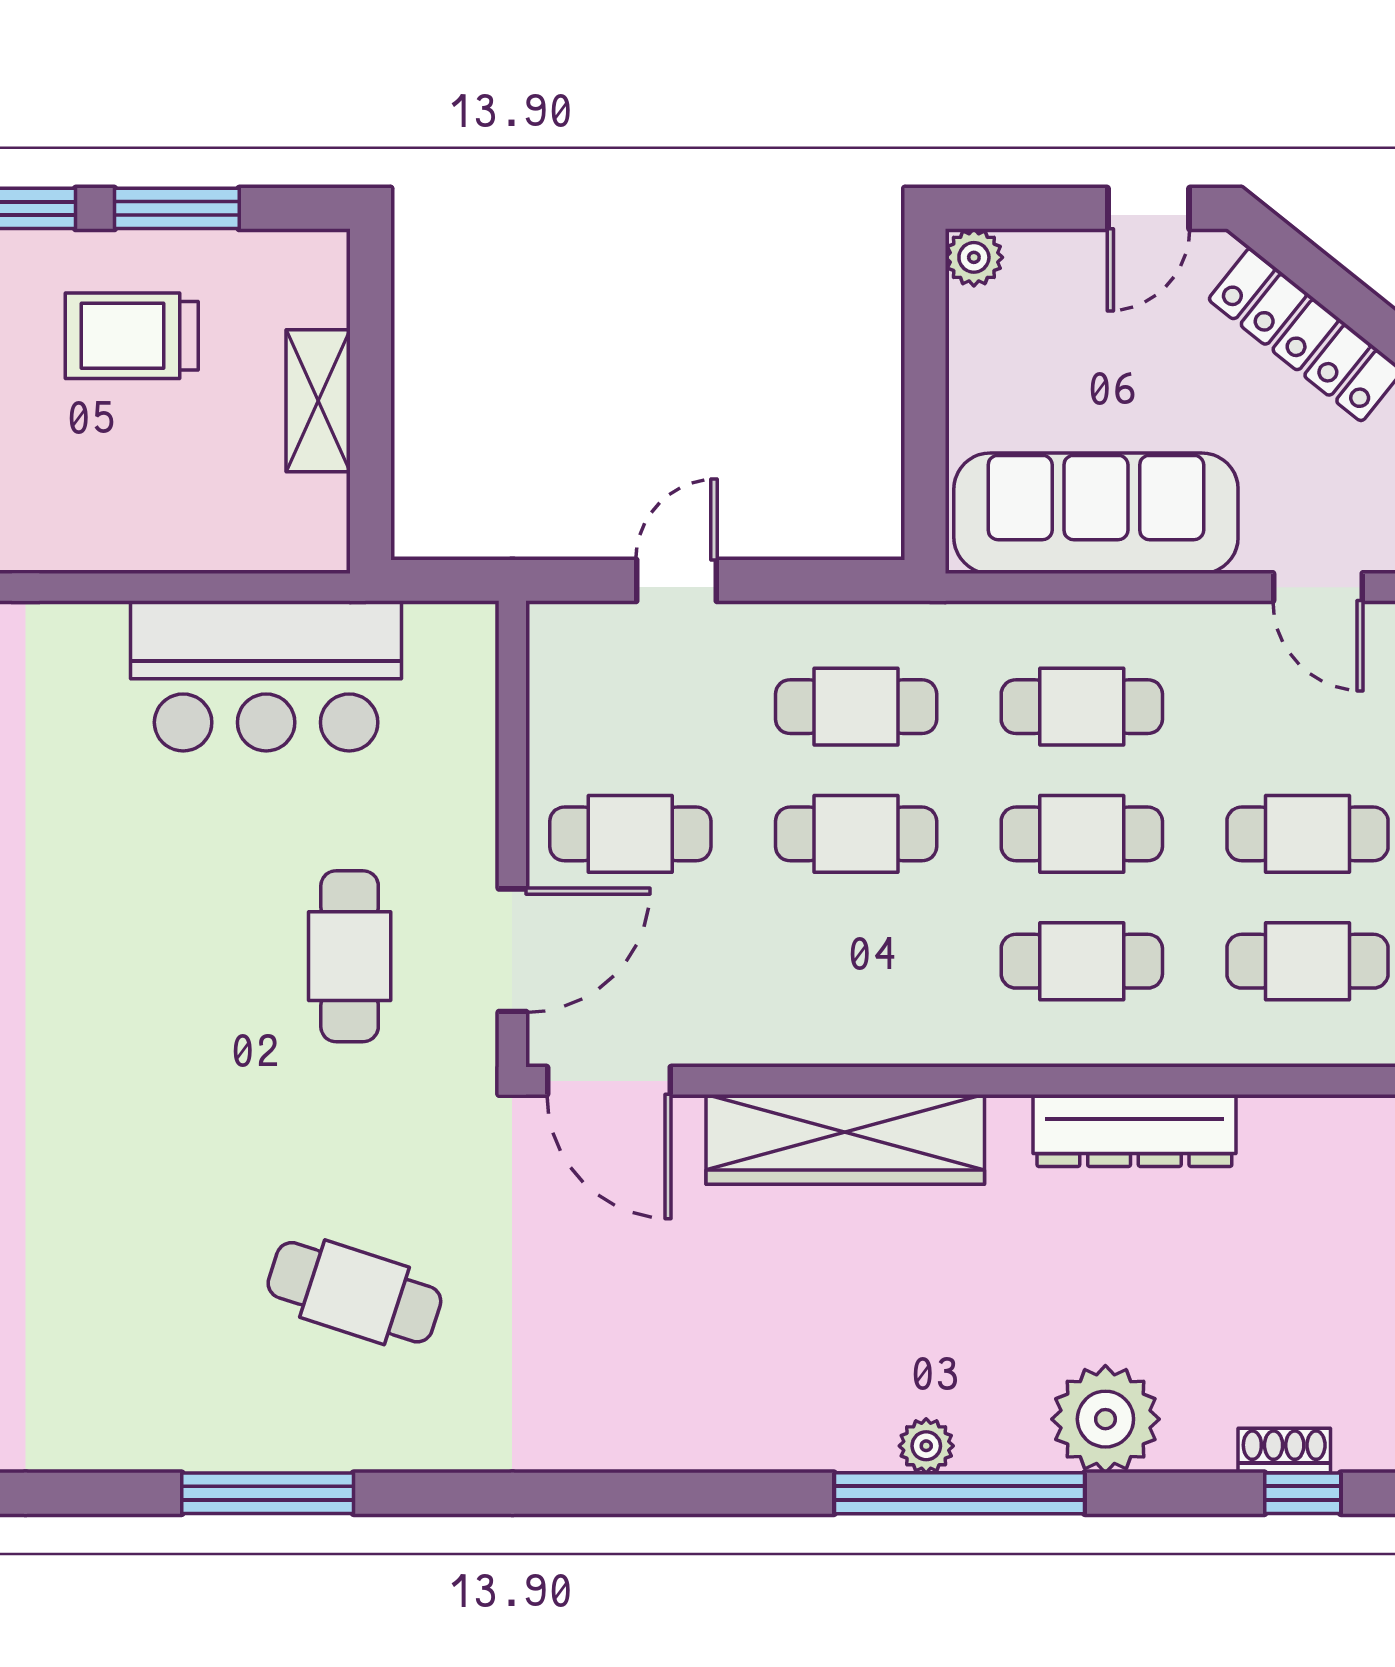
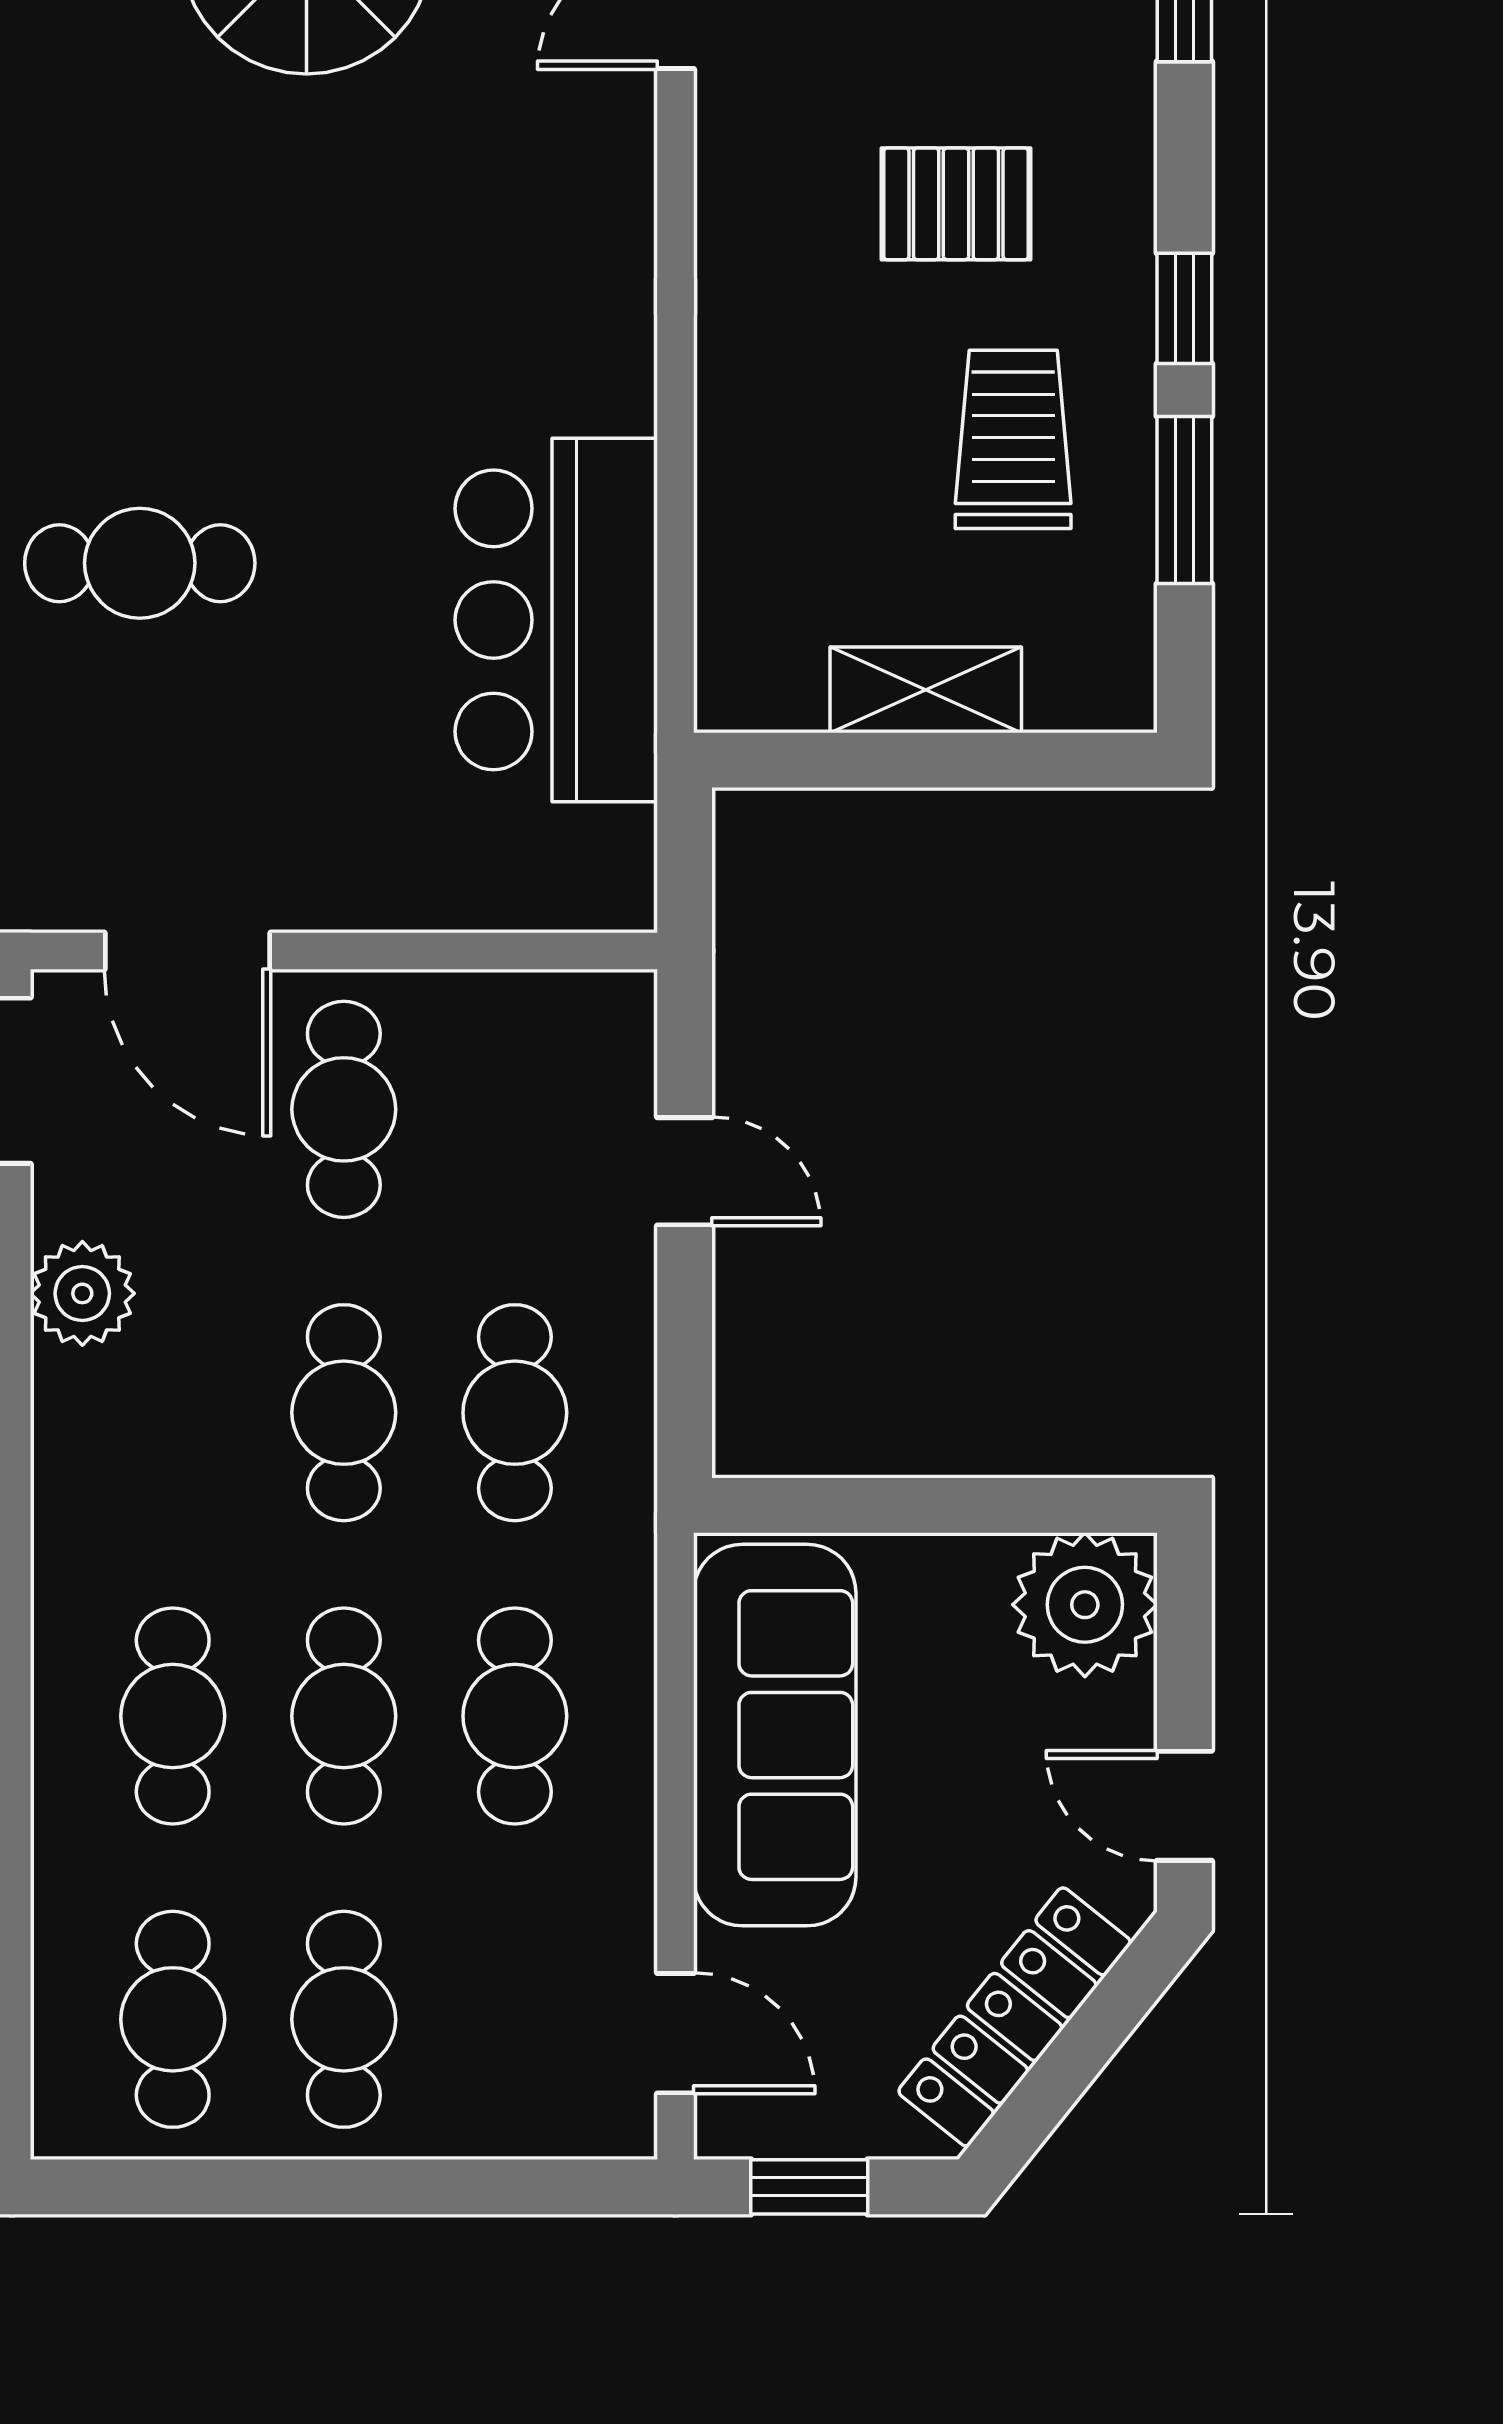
plant: (974, 257) -> (1085, 1605), width x1.88, depth x1.88
door: (1318, 587) -> (675, 2033), swing flipped
cafe table: (350, 956) -> (140, 563), moved
plant: (767, 1029) -> (82, 1293), added

